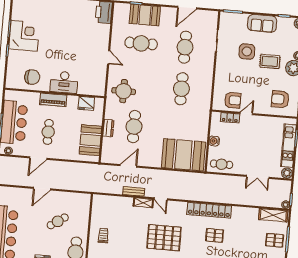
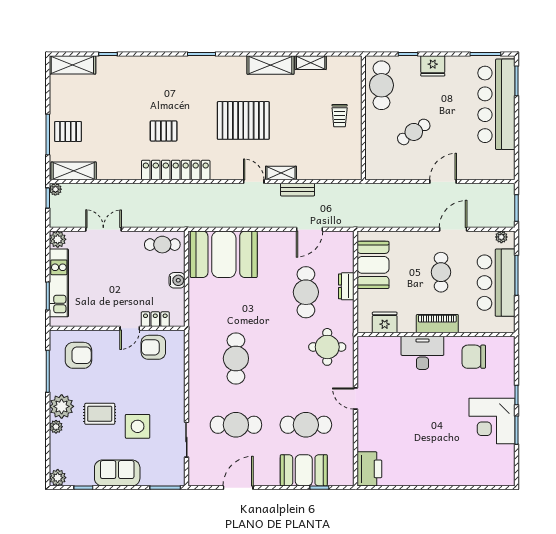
cafe table: (185, 47) -> (236, 425), turned 90

